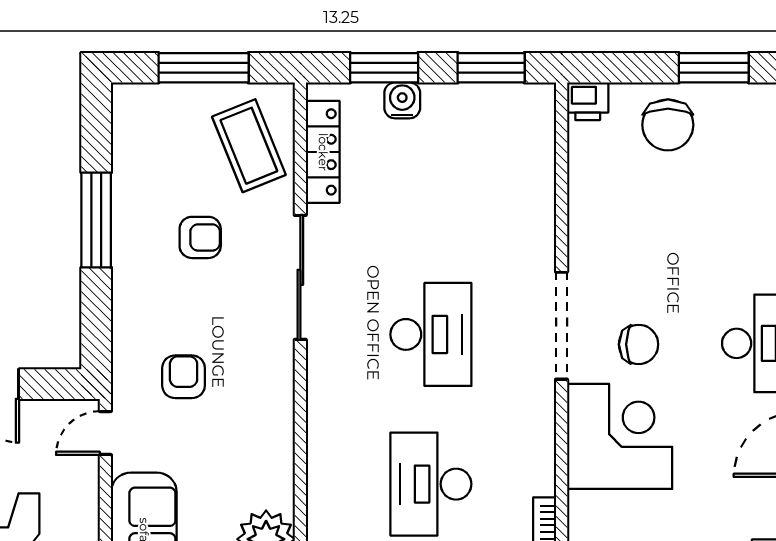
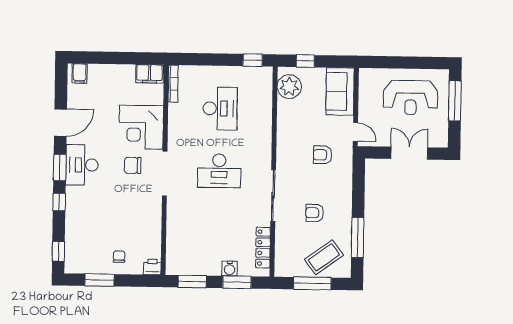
chair: (668, 125) -> (119, 257), width x0.54, depth x0.54
coffee table: (249, 146) -> (324, 257), moved, turned 76
window: (96, 220) -> (358, 237), moved
desk: (431, 334) -> (219, 171), turned -90
armchair: (184, 377) -> (323, 155), turned 90
door: (105, 433) -> (355, 132), hinge flipped

